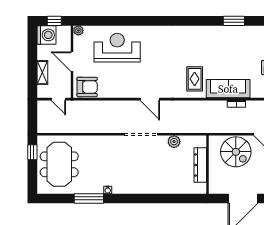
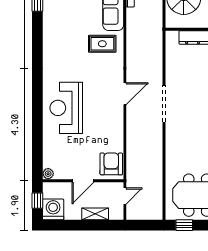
reception desk: (117, 48) -> (66, 108), moved
plant: (174, 142) -> (172, 67), removed

